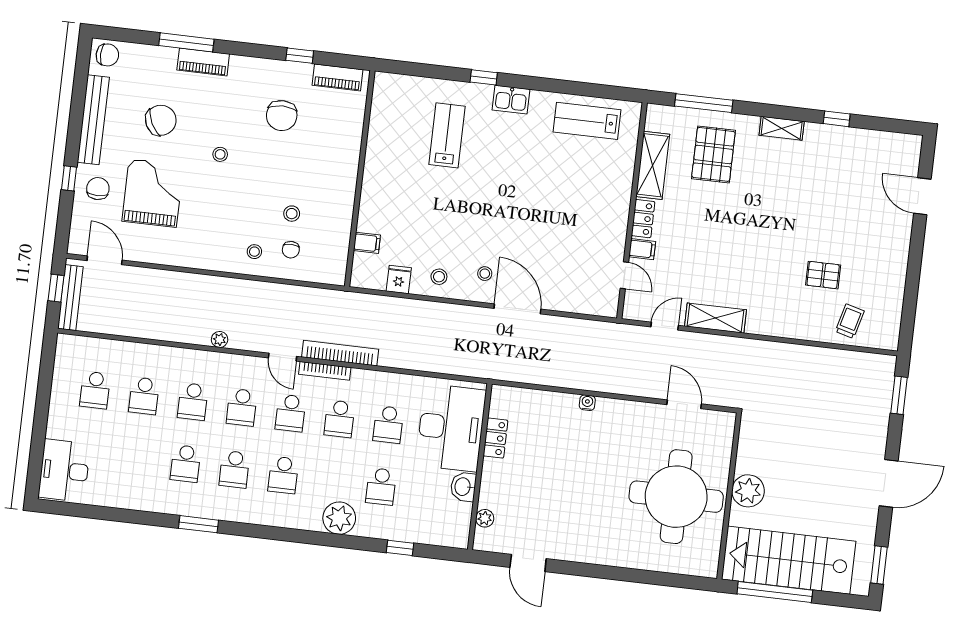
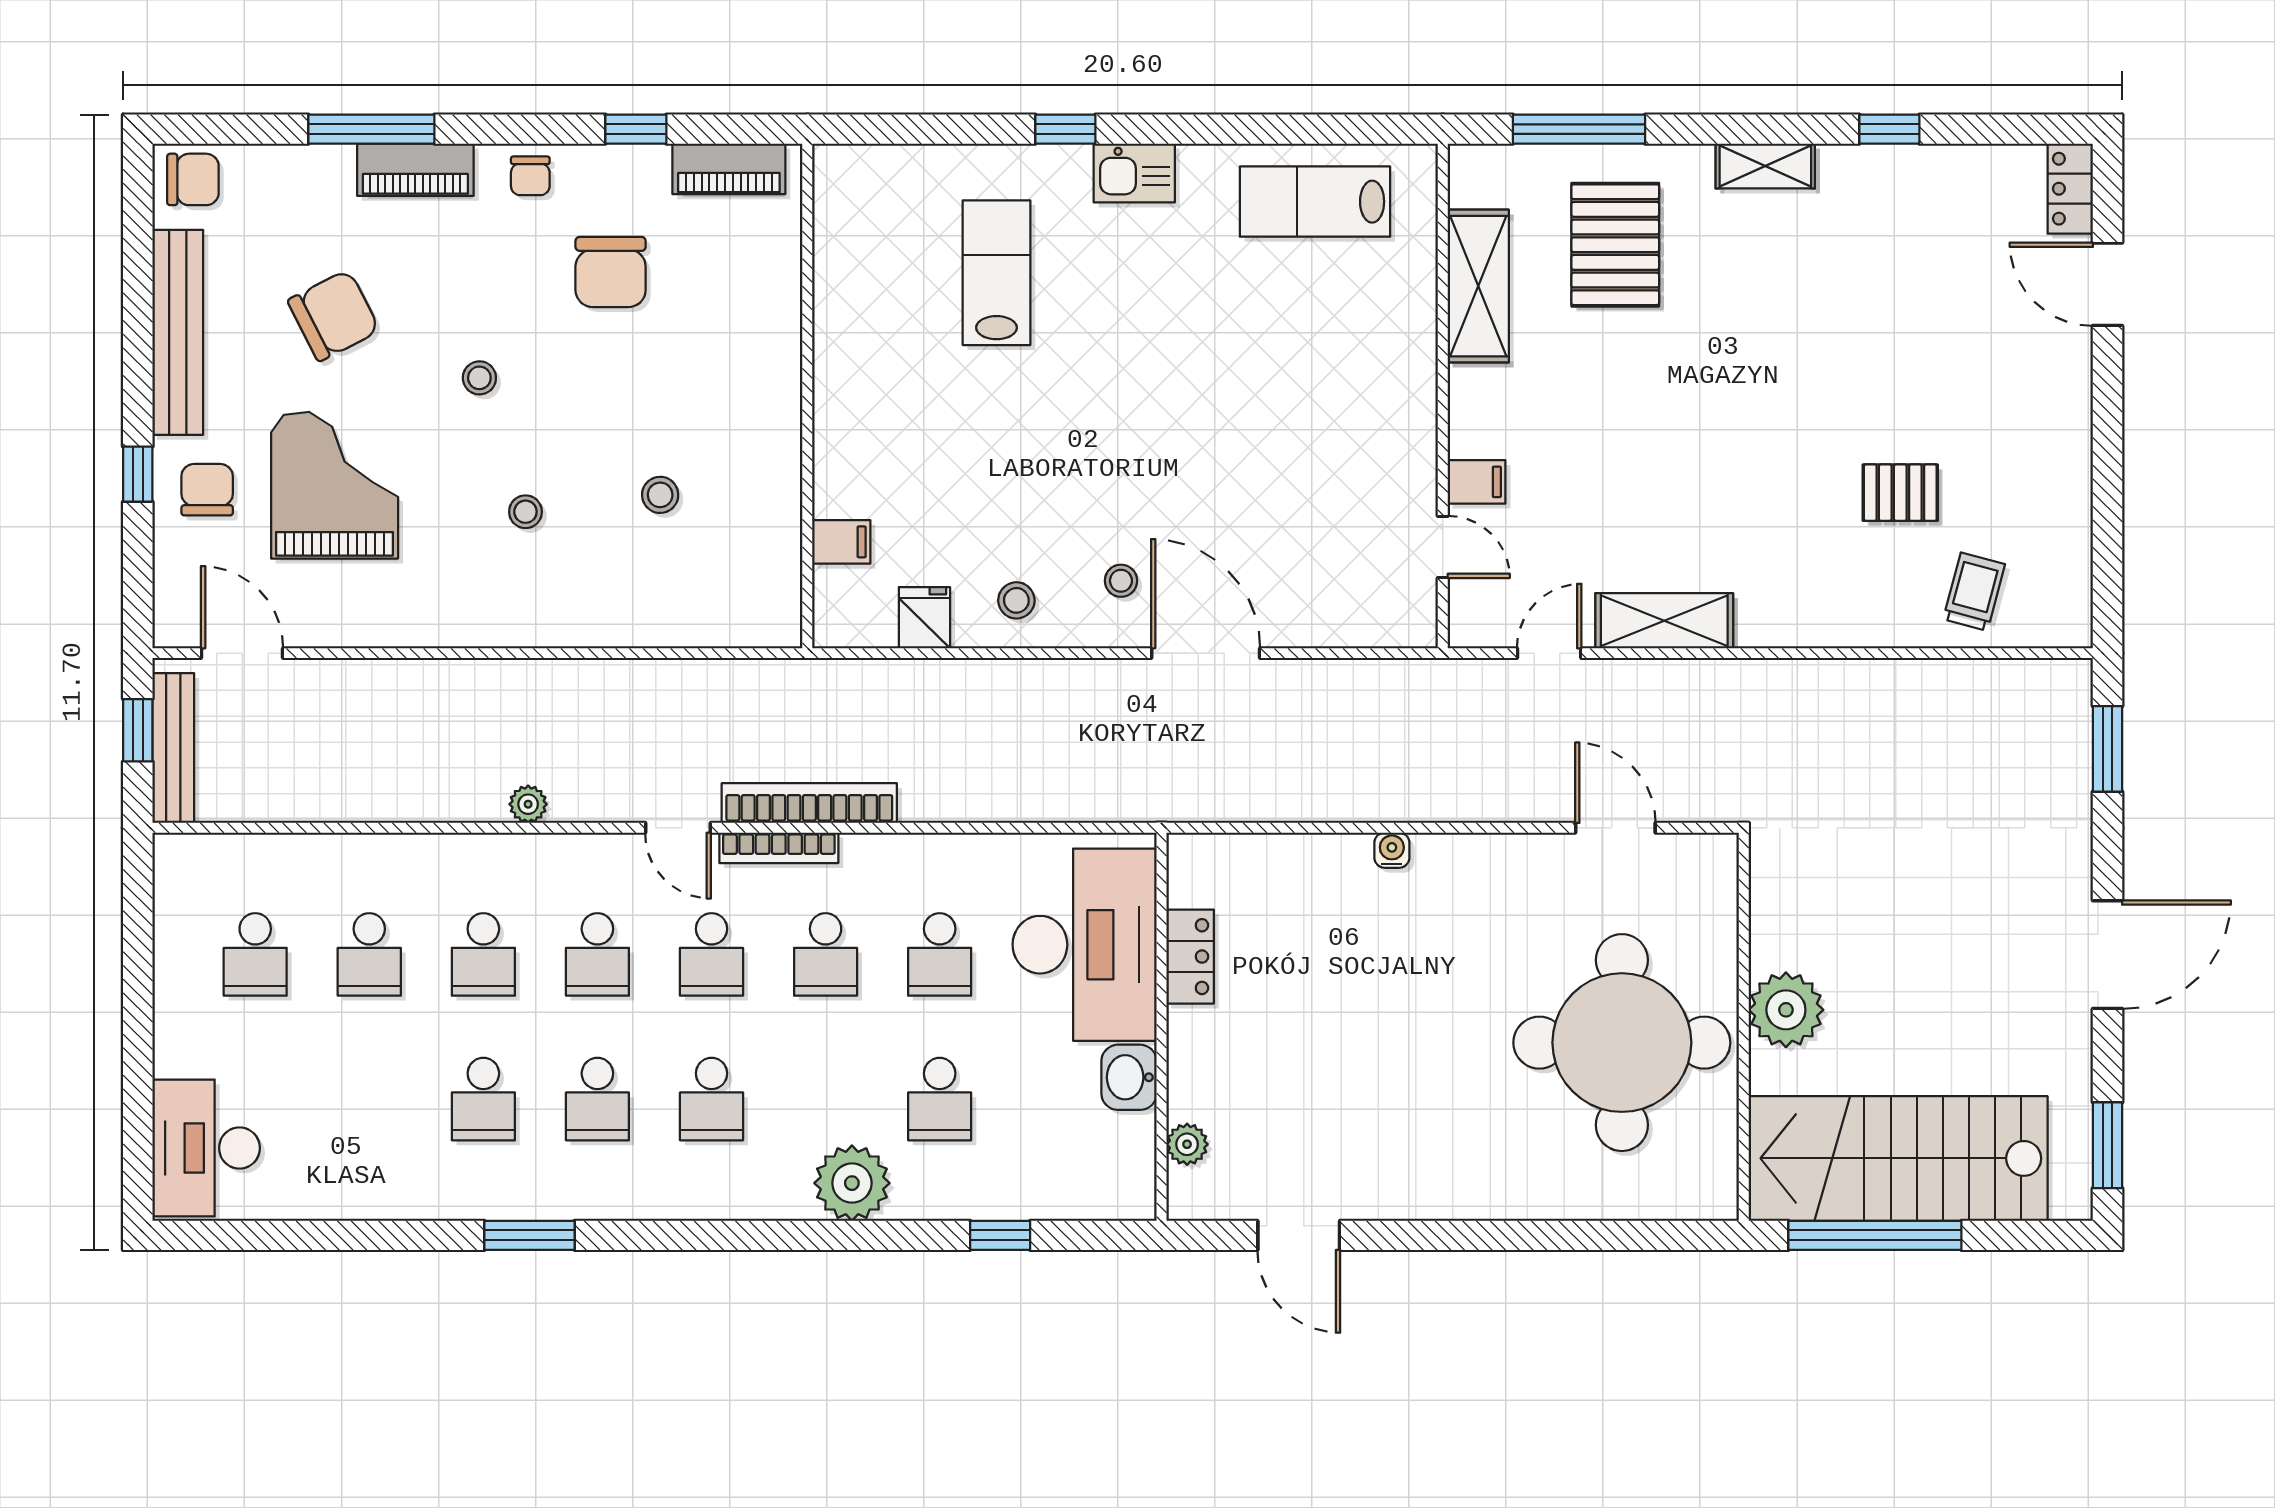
locker: (643, 219) -> (2070, 189), moved, turned 180
chair: (291, 250) -> (530, 176), moved
stool: (254, 252) -> (525, 512), moved

